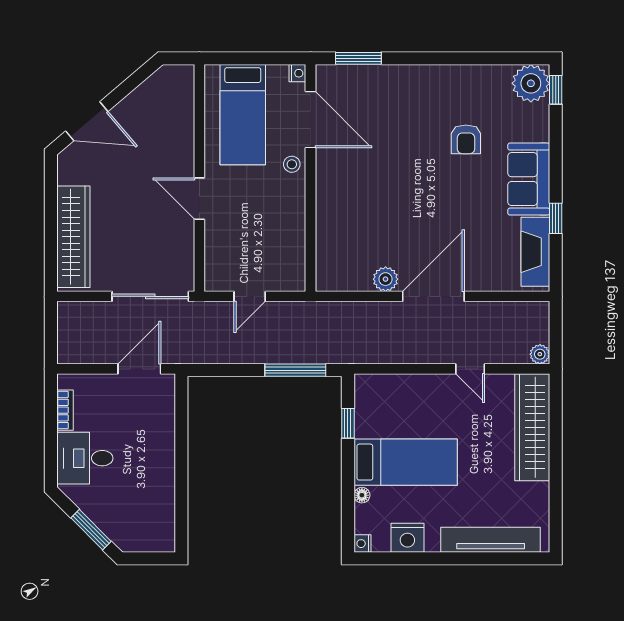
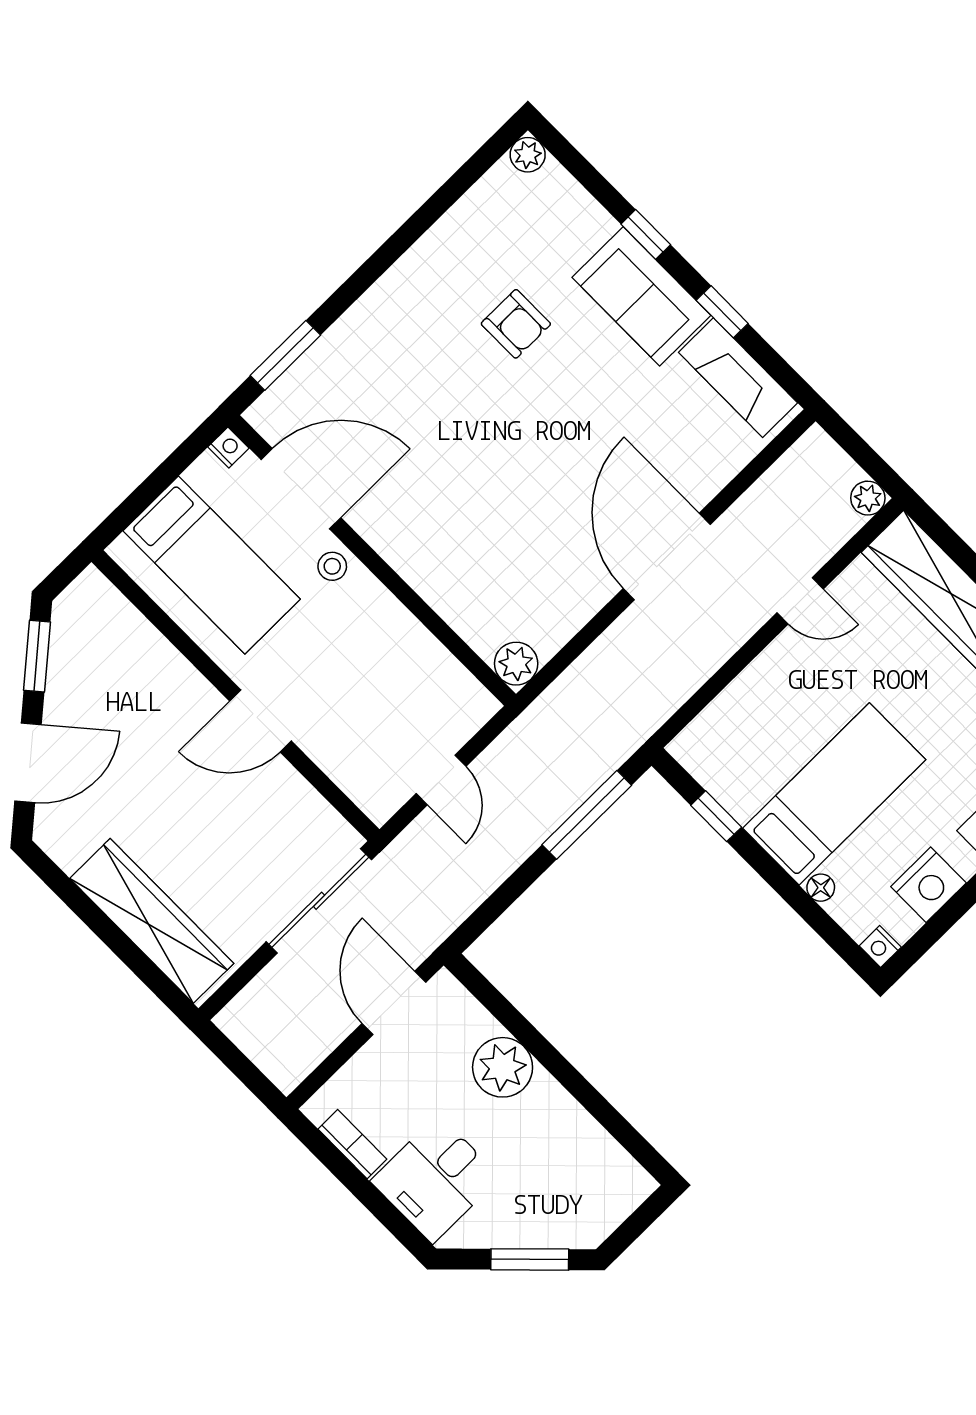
window: (134, 81) -> (37, 656), added
plant: (531, 83) -> (528, 155), width x0.53, depth x0.53
window: (556, 90) -> (646, 234), moved
plant: (386, 279) -> (516, 664), moved
plant: (158, 440) -> (503, 1067), added

